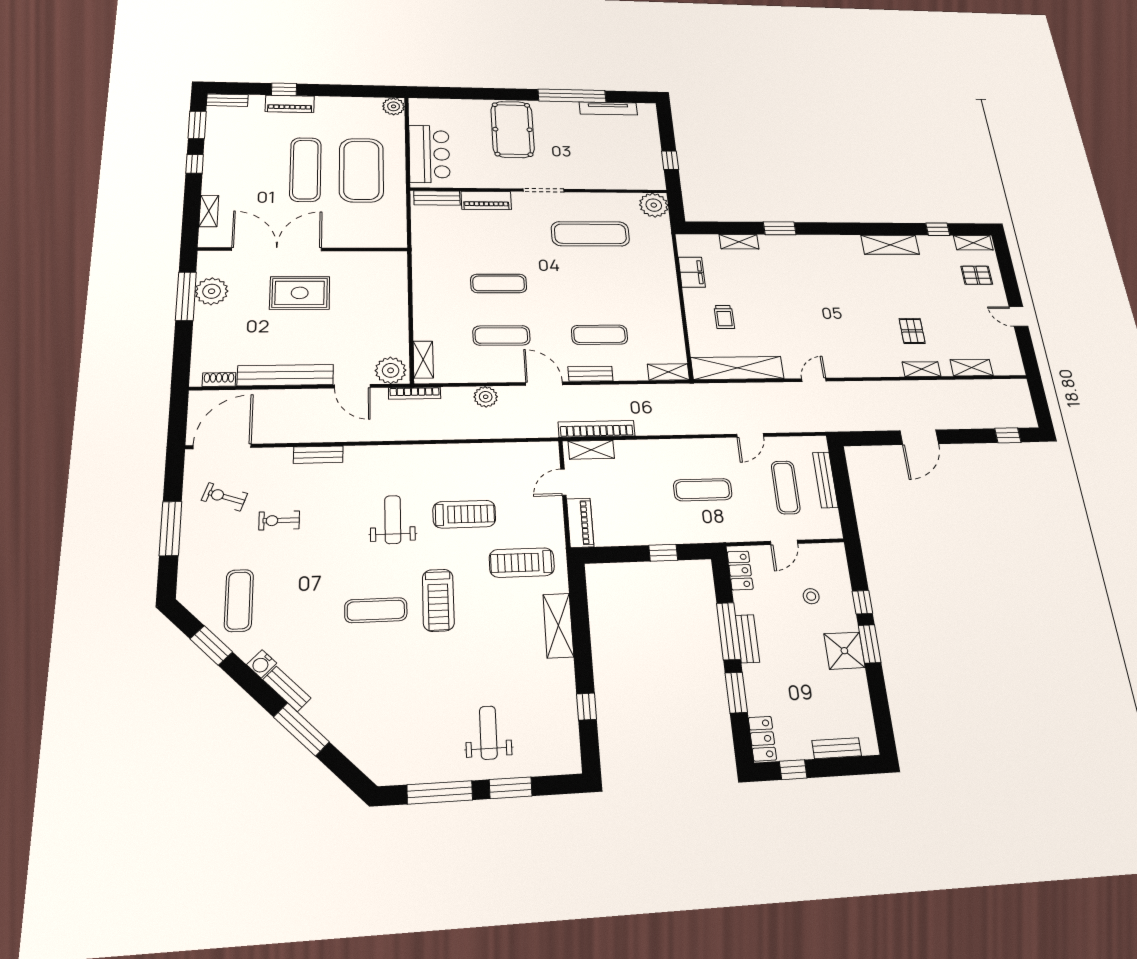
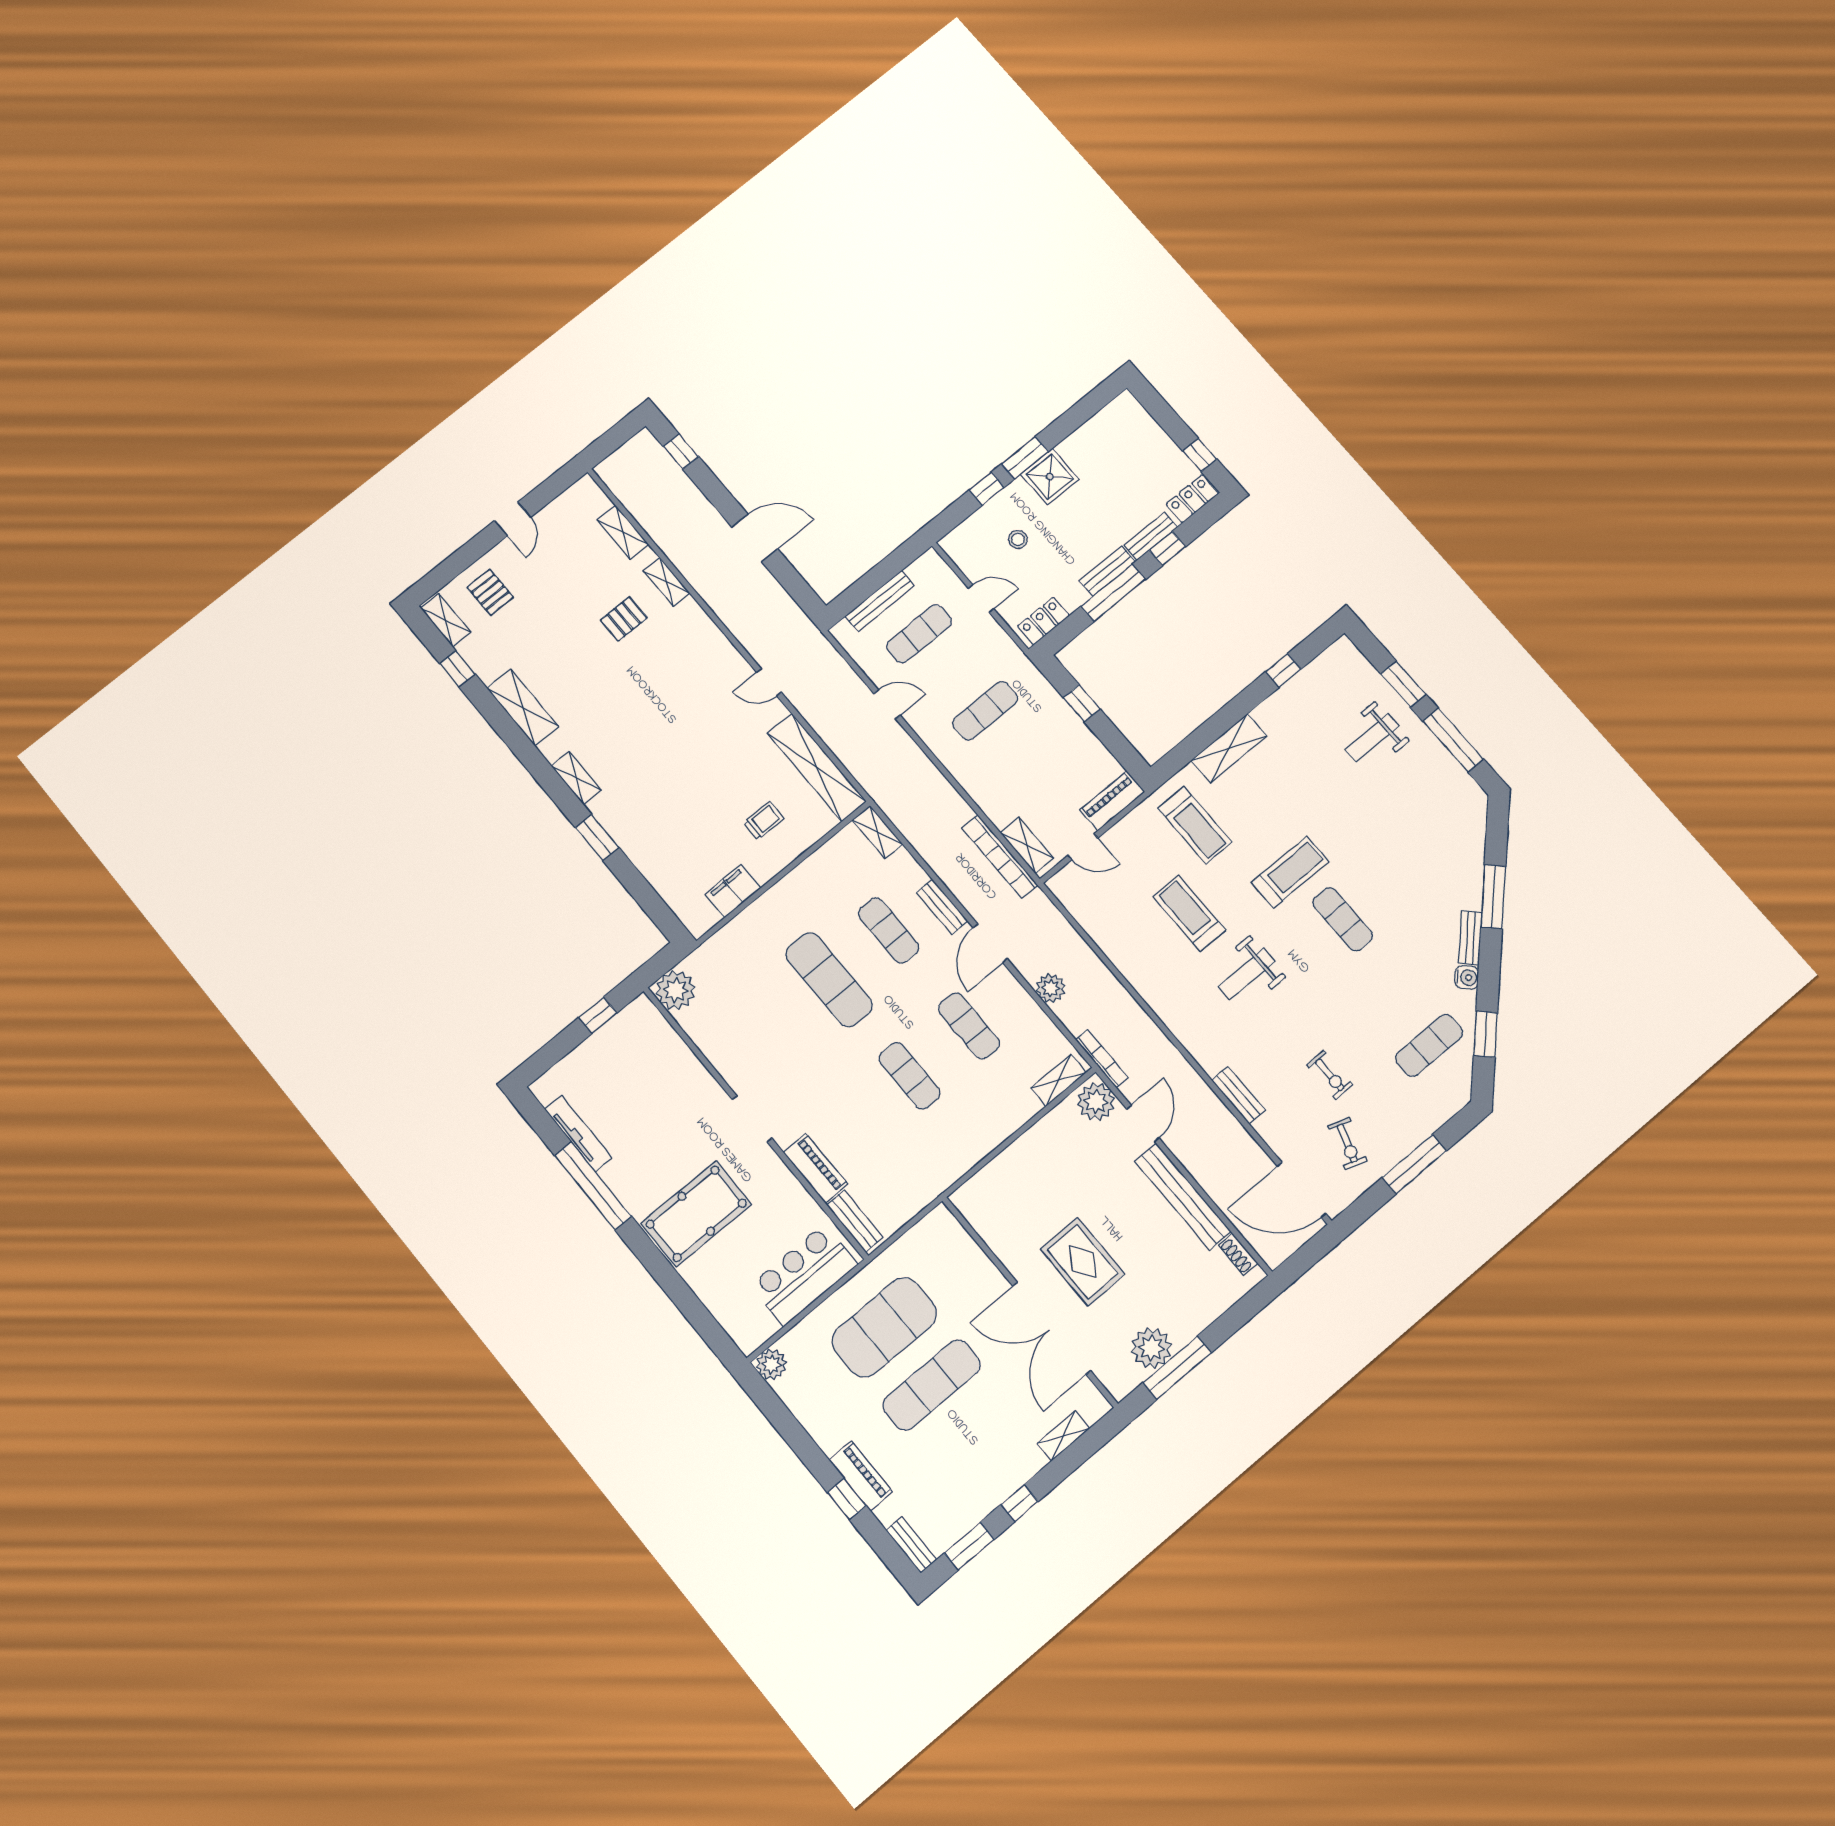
exercise mat: (590, 234) -> (829, 980), moved
shelving: (739, 242) -> (576, 778), moved
exercise mat: (703, 490) -> (985, 711), turned 90
window: (736, 693) -> (1167, 548), width x0.67
bench: (837, 748) -> (1151, 536), moved, turned 90

